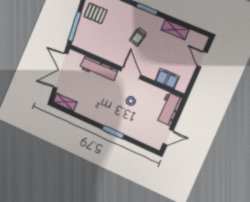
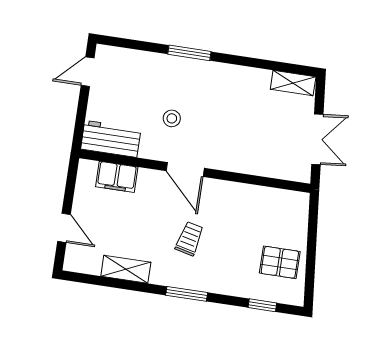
window: (75, 26) -> (313, 228), removed
workbench: (99, 69) -> (246, 161), removed
double door: (61, 71) -> (317, 139), width x0.73
workbench: (169, 109) -> (111, 139), moved, turned -90

